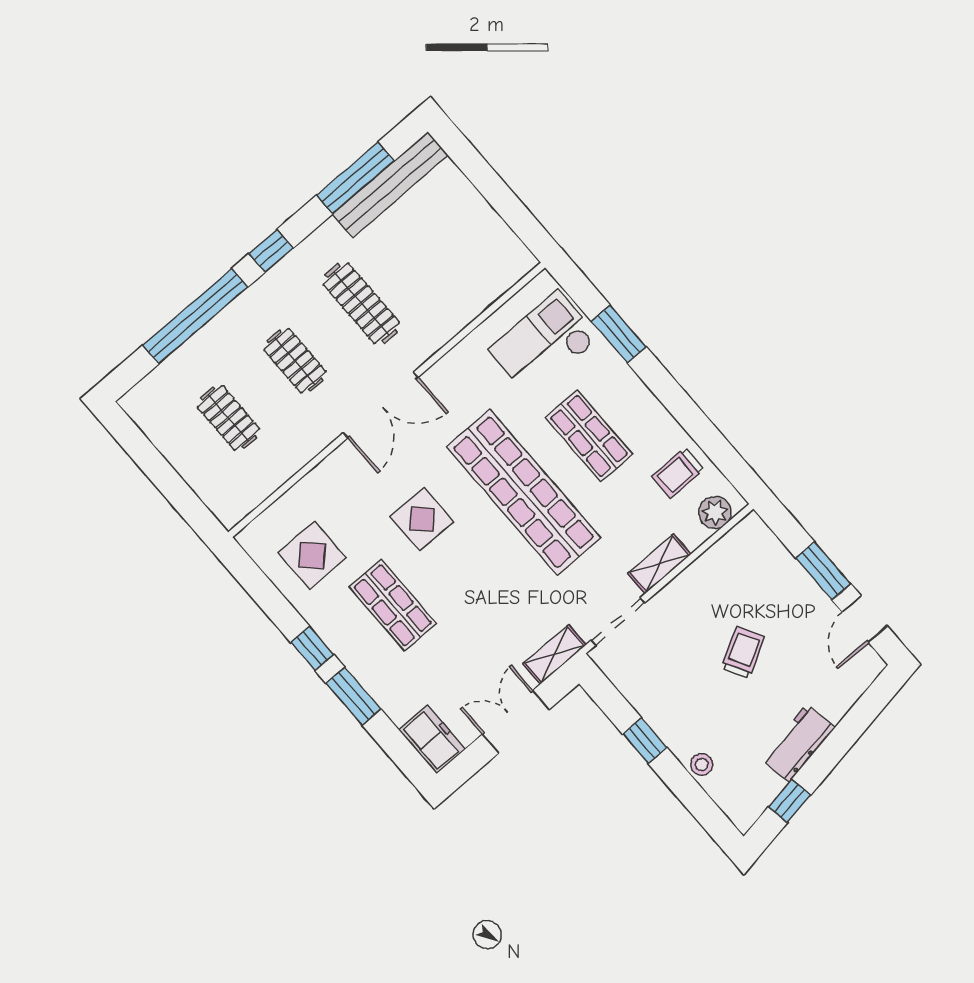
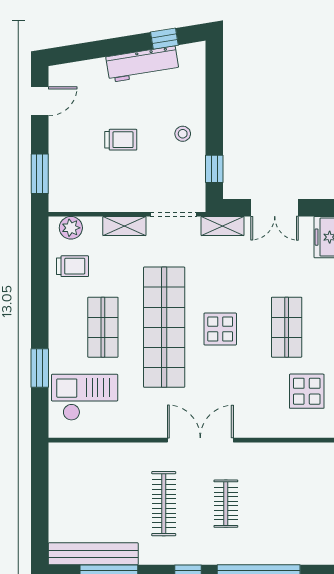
checkout: (544, 344) -> (85, 397), turned 180
clothes rail: (228, 418) -> (288, 504), removed
display table: (422, 519) -> (220, 329), moved
window: (823, 571) -> (40, 174), moved
trolley: (743, 653) -> (121, 140), turned -151
window: (645, 741) -> (214, 169), moved
workbench: (798, 743) -> (142, 64), width x1.37
stool: (702, 764) -> (183, 134), moved

